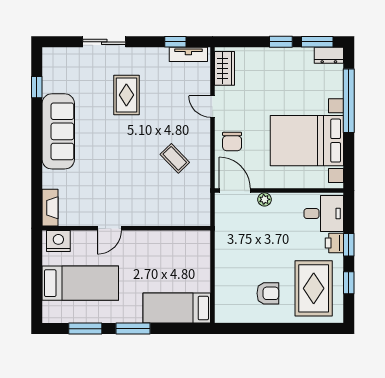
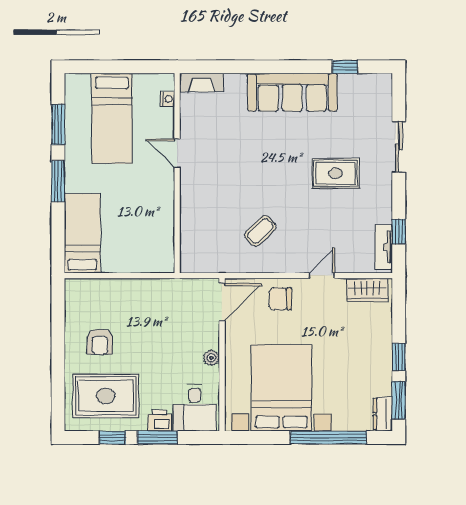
plant: (264, 199) -> (211, 358), moved
nightstand: (58, 241) -> (167, 99), width x0.53, depth x0.56
window: (349, 245) -> (158, 438), width x1.50

